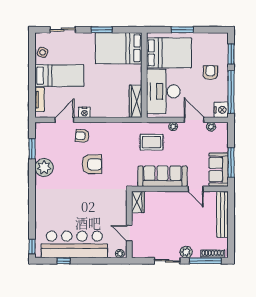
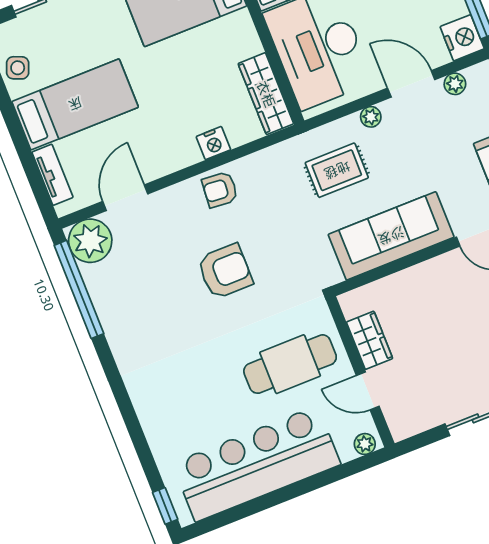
nightstand: (84, 112) -> (213, 143), moved
armchair: (82, 136) -> (220, 190), moved
window: (32, 149) -> (79, 289), width x2.11
plant: (44, 167) -> (90, 241), moved
wardrobe: (138, 202) -> (370, 340), moved
cafe table: (103, 211) -> (290, 364), added
window: (63, 261) -> (247, 509), removed

